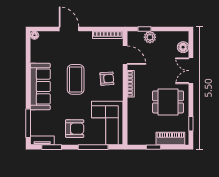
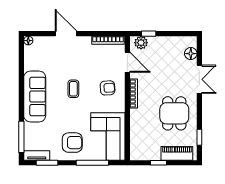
plant: (150, 37) -> (141, 43), moved
double door: (191, 71) -> (199, 79), swing flipped
coffee table: (76, 79) -> (73, 89), width x0.54, depth x0.58
dining table: (168, 102) -> (174, 113), turned 90

